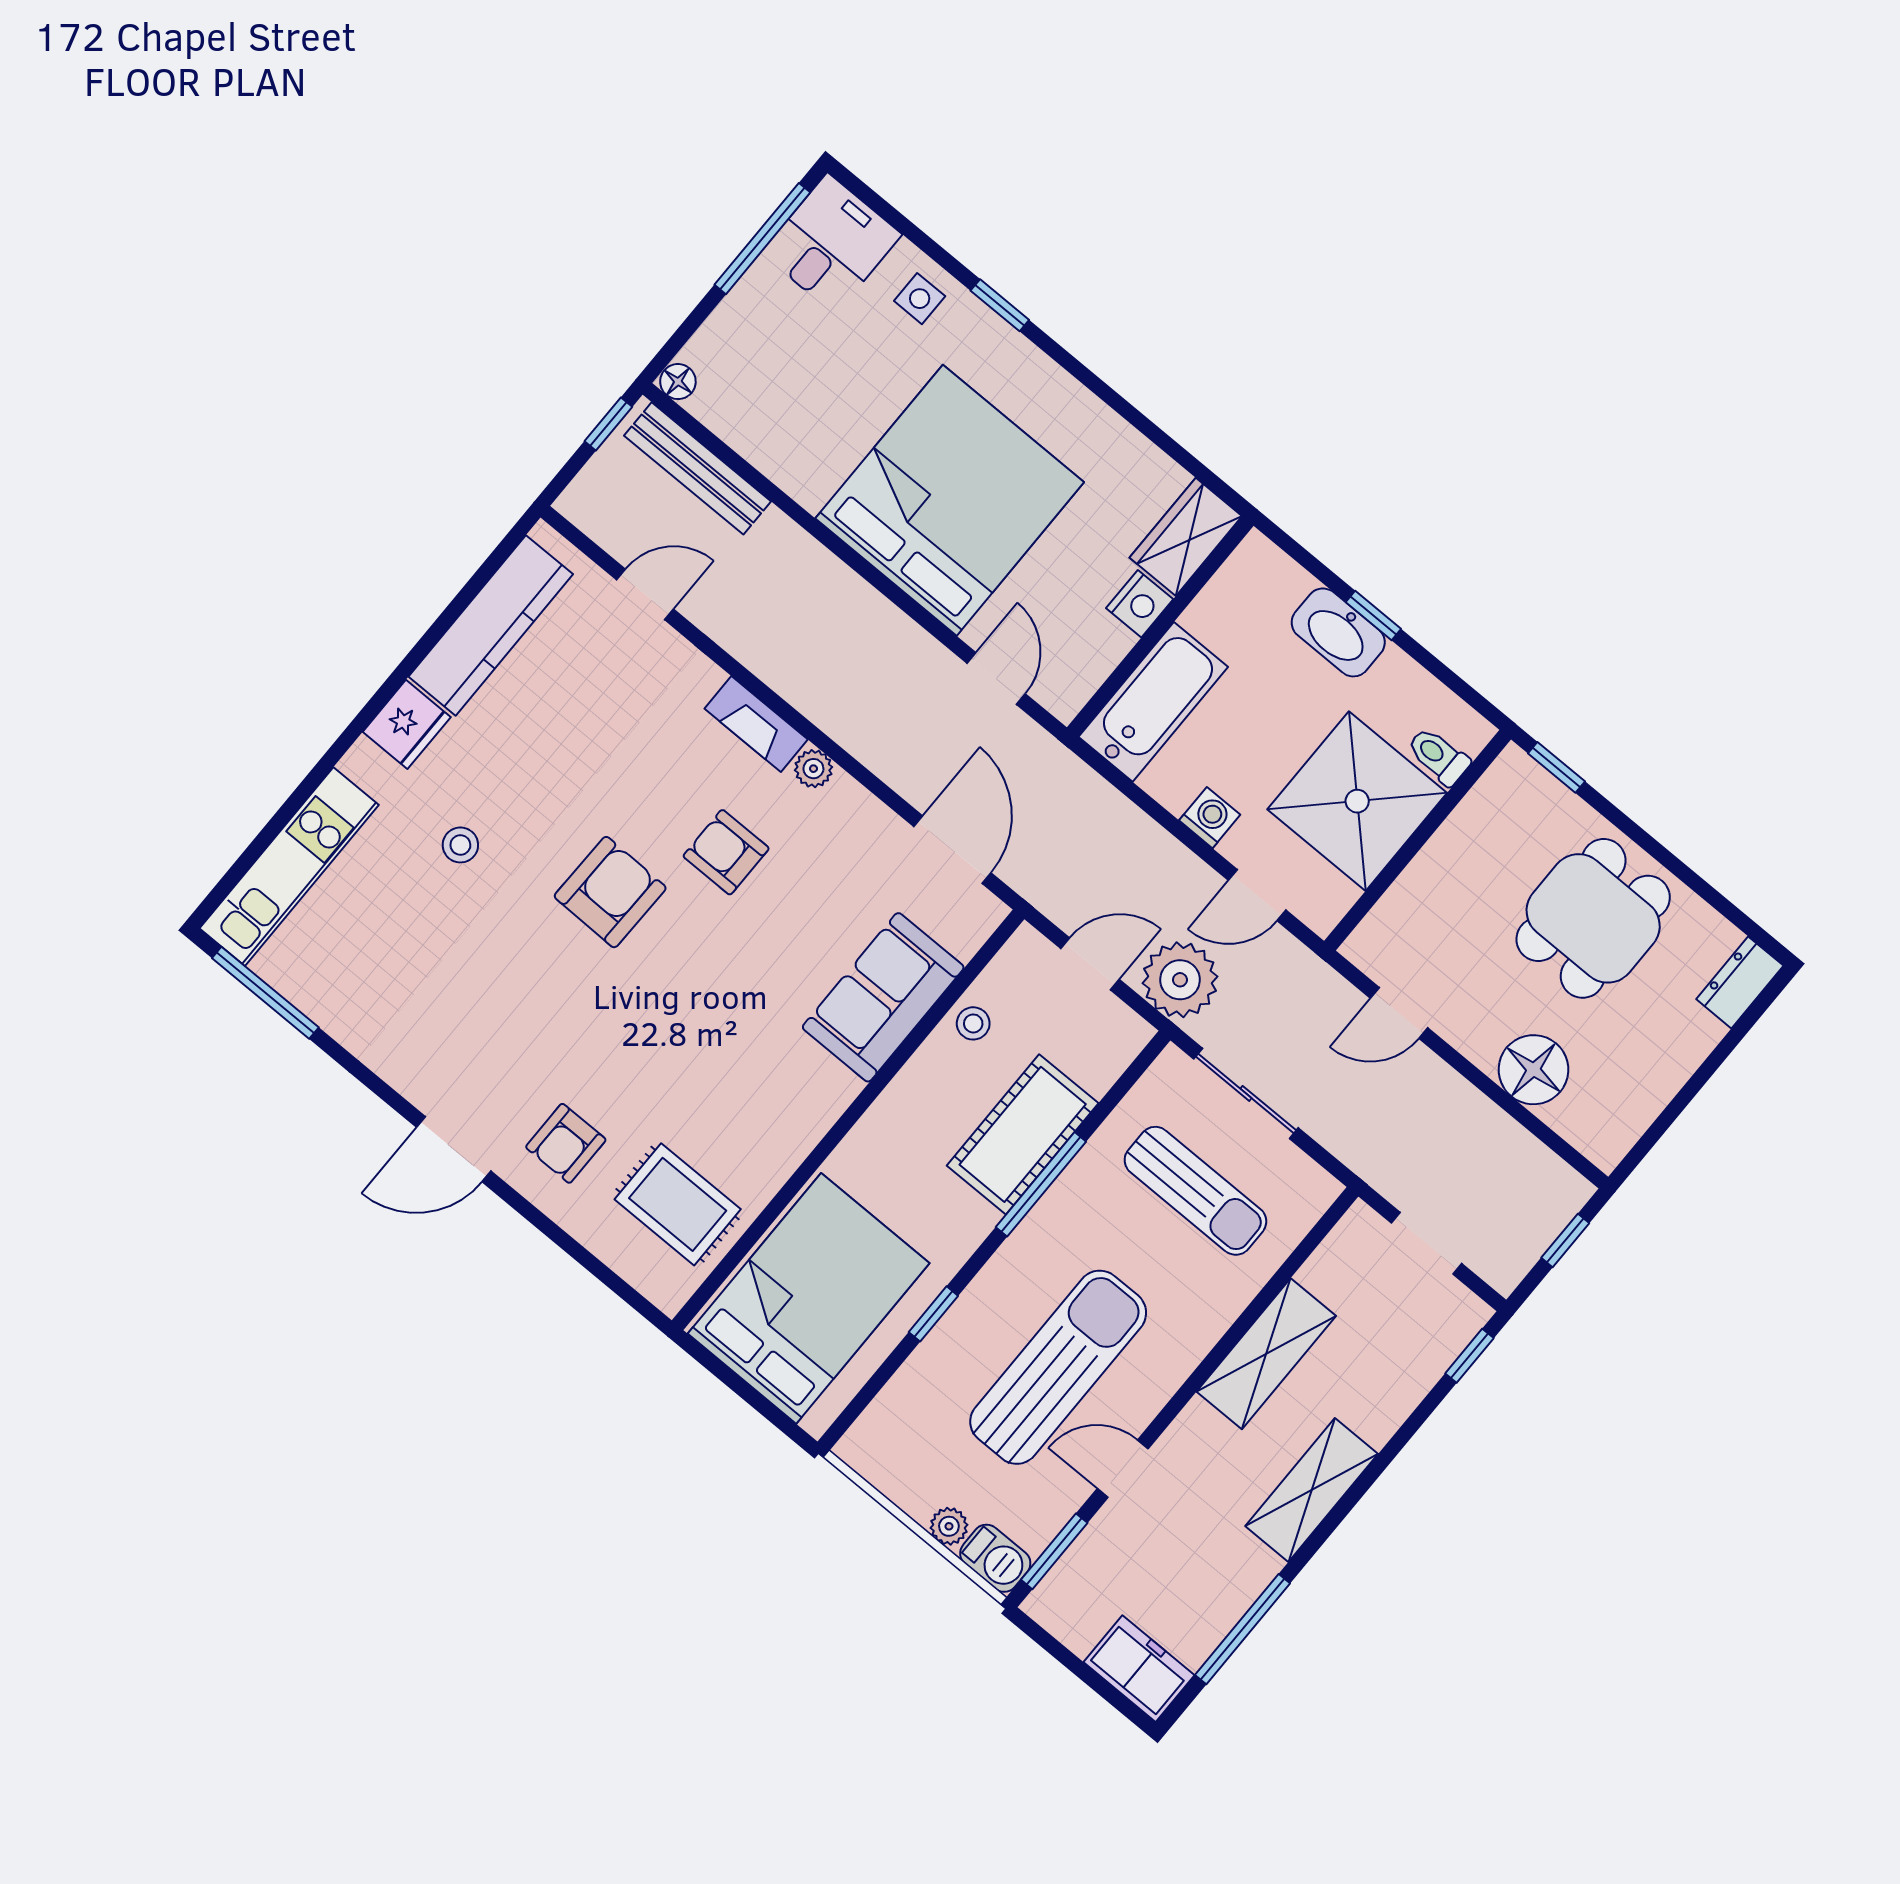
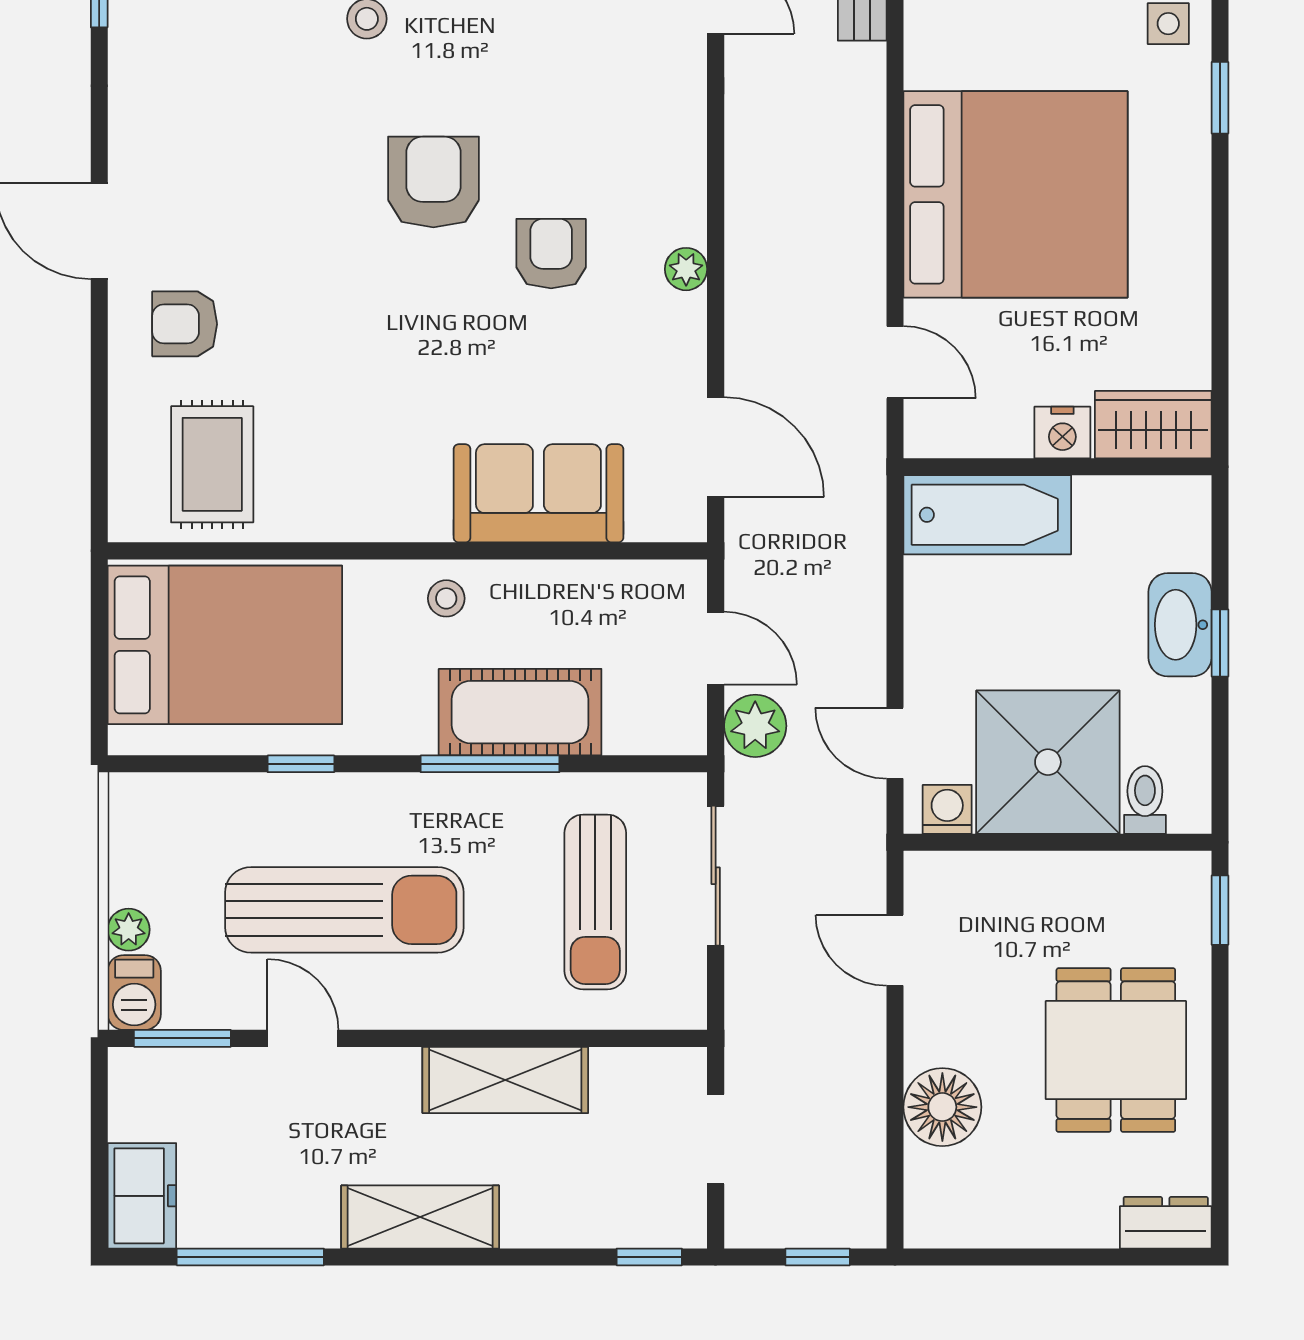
door: (996, 678) -> (895, 362), hinge flipped
fireplace: (756, 724) -> (683, 188), removed
washing machine: (1210, 818) -> (947, 809), moved, turned -90
door: (952, 850) -> (716, 447), hinge flipped
armchair: (610, 892) -> (433, 182), turned -91
dining table: (1593, 918) -> (1116, 1050), turned 90
plant: (1180, 980) -> (755, 726), width x0.73, depth x0.73
stool: (973, 1023) -> (446, 598), moved

